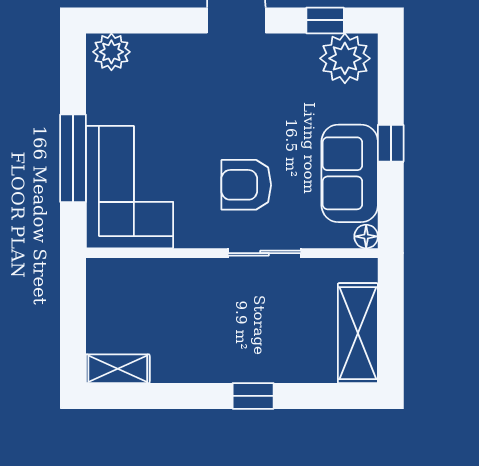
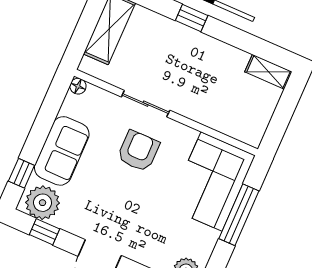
window: (391, 143) -> (21, 173), moved
sofa: (350, 173) -> (62, 151), moved
armchair: (246, 185) -> (138, 151), turned -90

